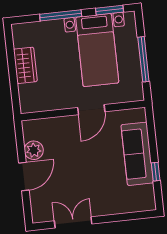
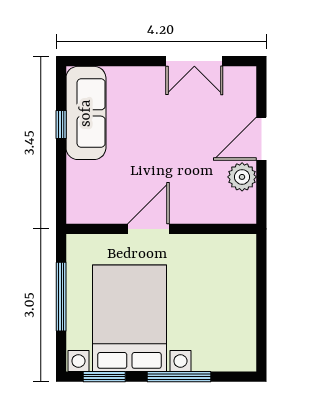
bed with nightstands: (97, 50) -> (129, 318), width x1.36
wardrobe: (25, 65) -> (241, 307), removed
sofa: (137, 154) -> (86, 113), moved

